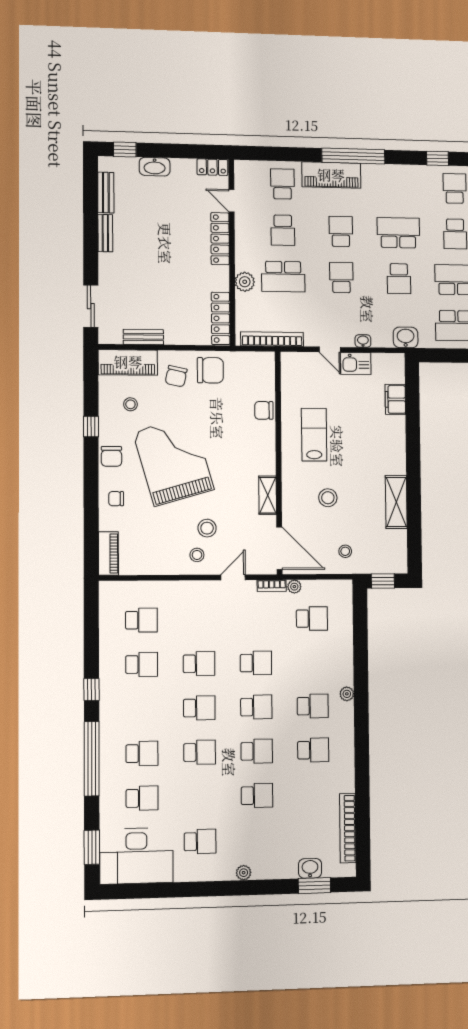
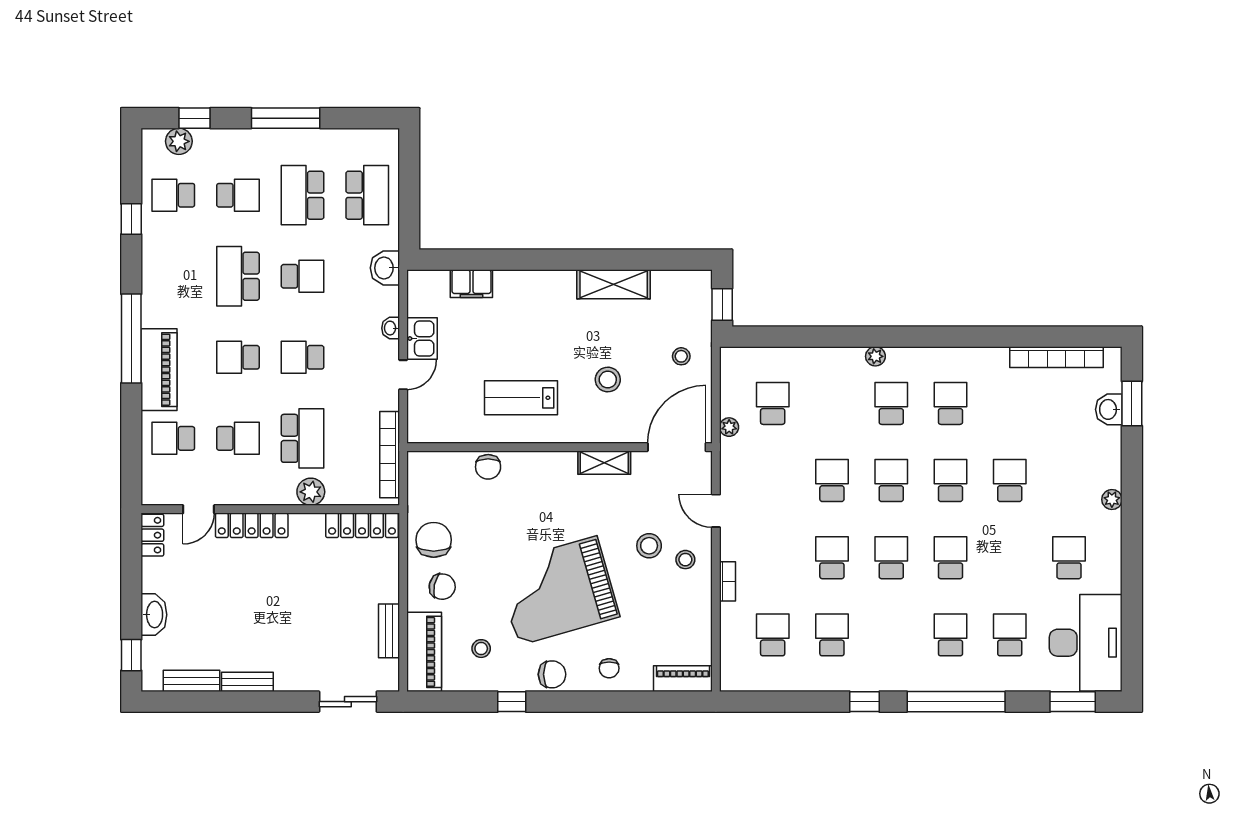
bookcase: (272, 586) -> (728, 581), moved

